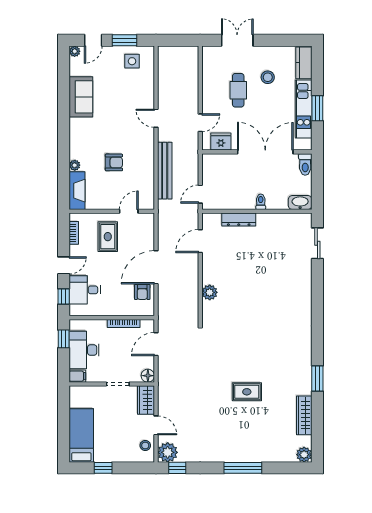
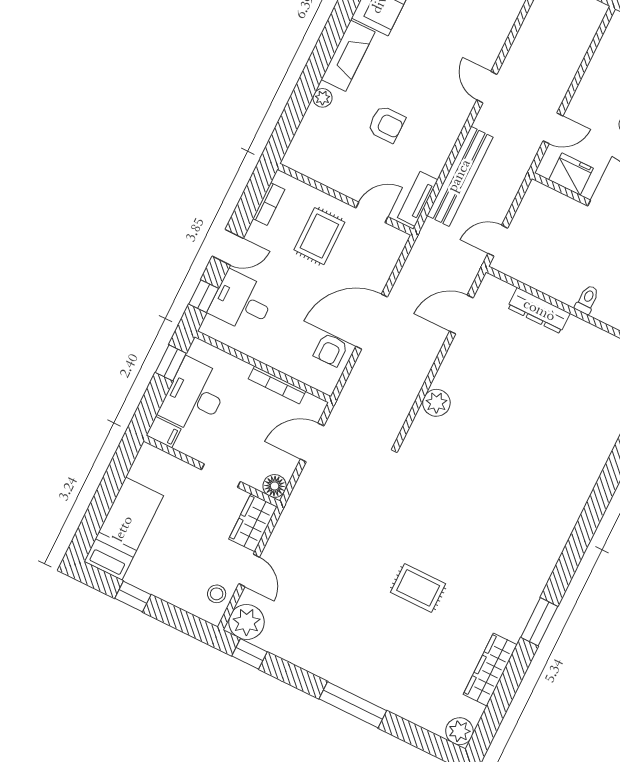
fireplace: (77, 191) -> (348, 56), moved
tv unit: (149, 193) -> (418, 199), added

